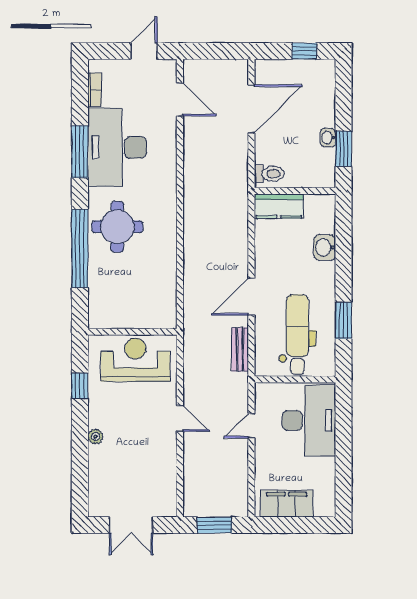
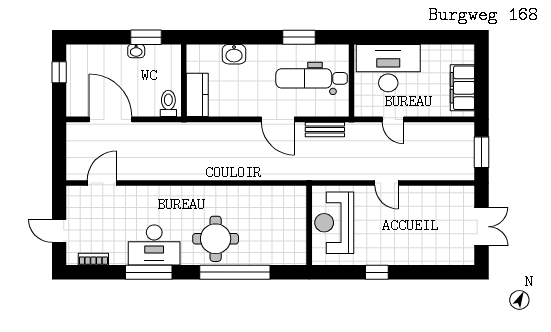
door: (144, 51) -> (59, 231), moved
desk: (117, 147) -> (154, 245), width x0.73, depth x0.77
window: (80, 386) -> (377, 272), moved
door: (180, 418) -> (386, 183), swing flipped
plant: (95, 437) -> (403, 258), removed

